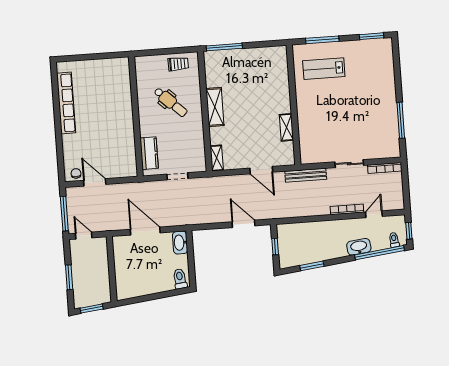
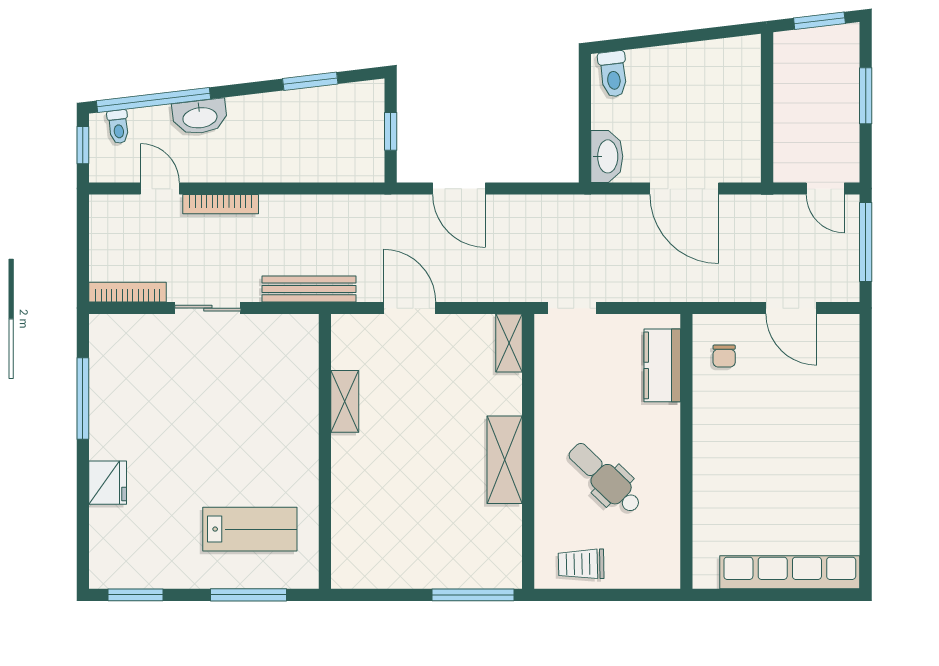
fridge: (387, 84) -> (108, 483), added
row of seats: (66, 103) -> (790, 572), moved, turned 90
chair: (76, 173) -> (724, 356), moved
doorway: (177, 176) -> (572, 308), moved
door: (374, 214) -> (160, 189), swing flipped

